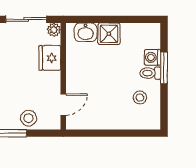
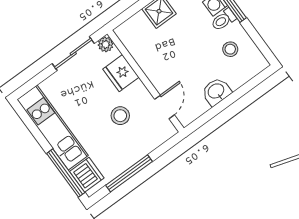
washbasin: (86, 32) -> (216, 91), moved, turned 180
stool: (28, 118) -> (120, 116), moved

